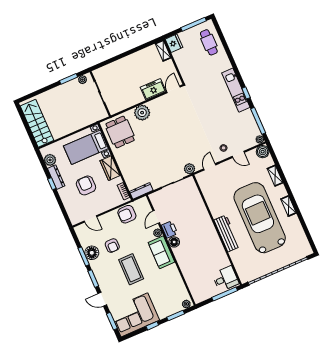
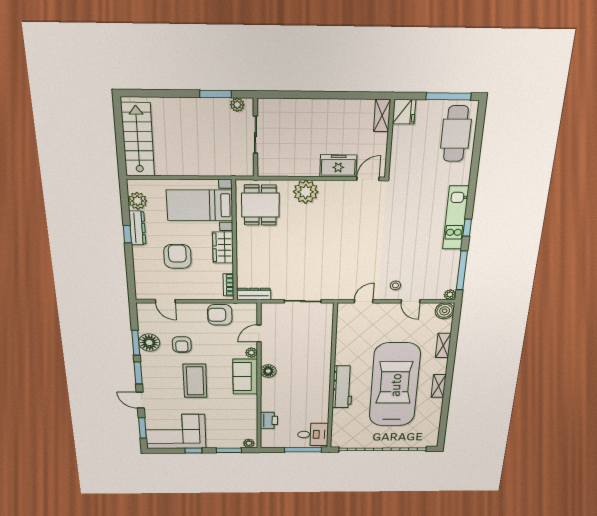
cafe table: (209, 42) -> (456, 134), width x1.37, depth x1.35
plant: (190, 169) -> (335, 293), removed
printer: (169, 229) -> (269, 420), moved

